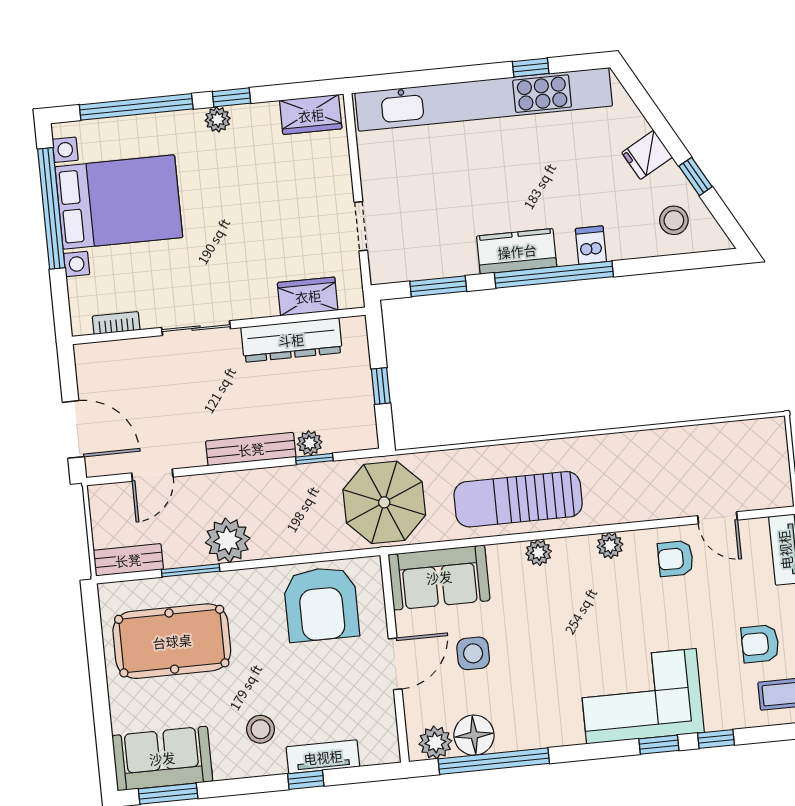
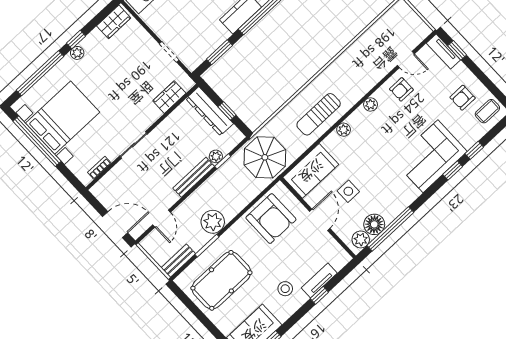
dresser: (291, 340) -> (210, 111), moved, turned 90
sun lounger: (518, 499) -> (319, 114), width x0.73, depth x0.75

